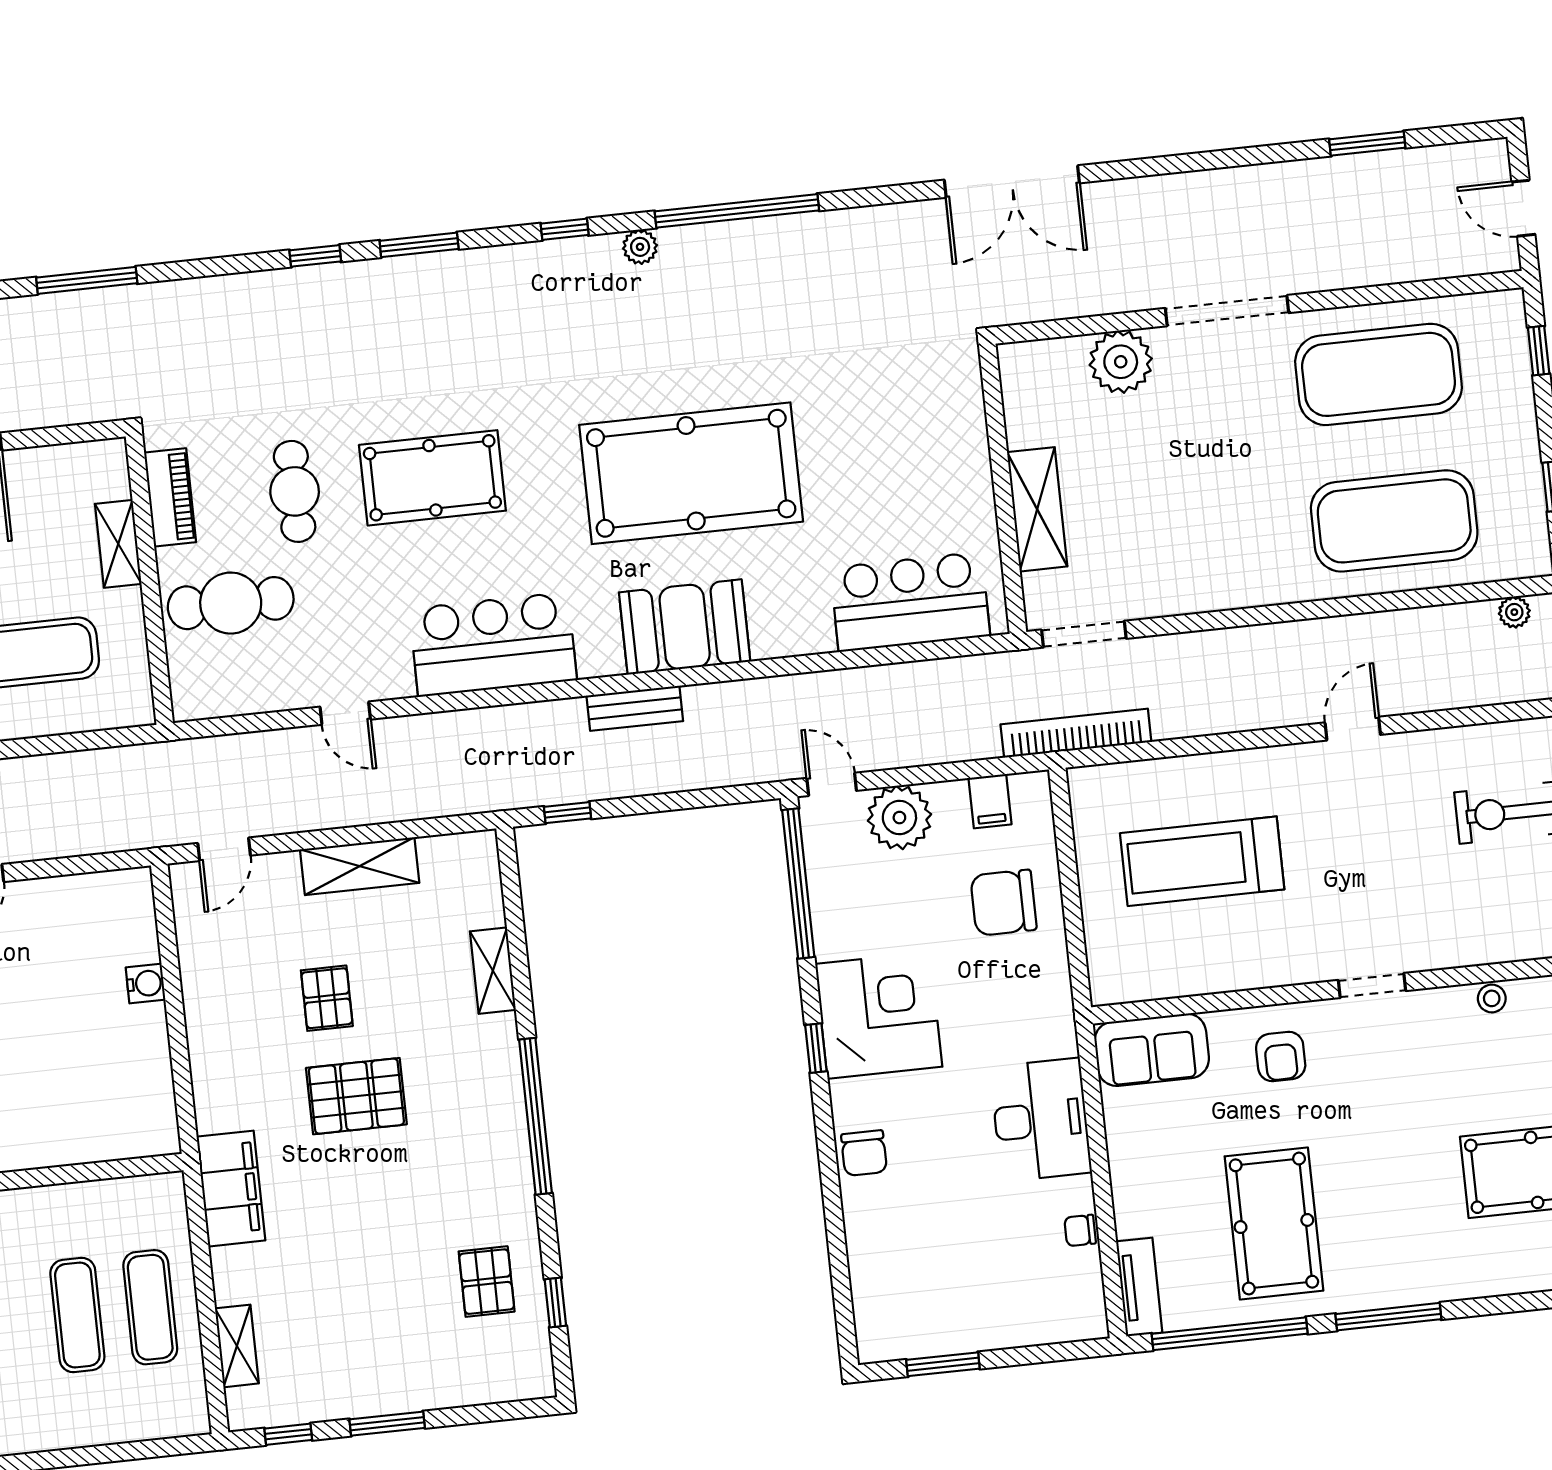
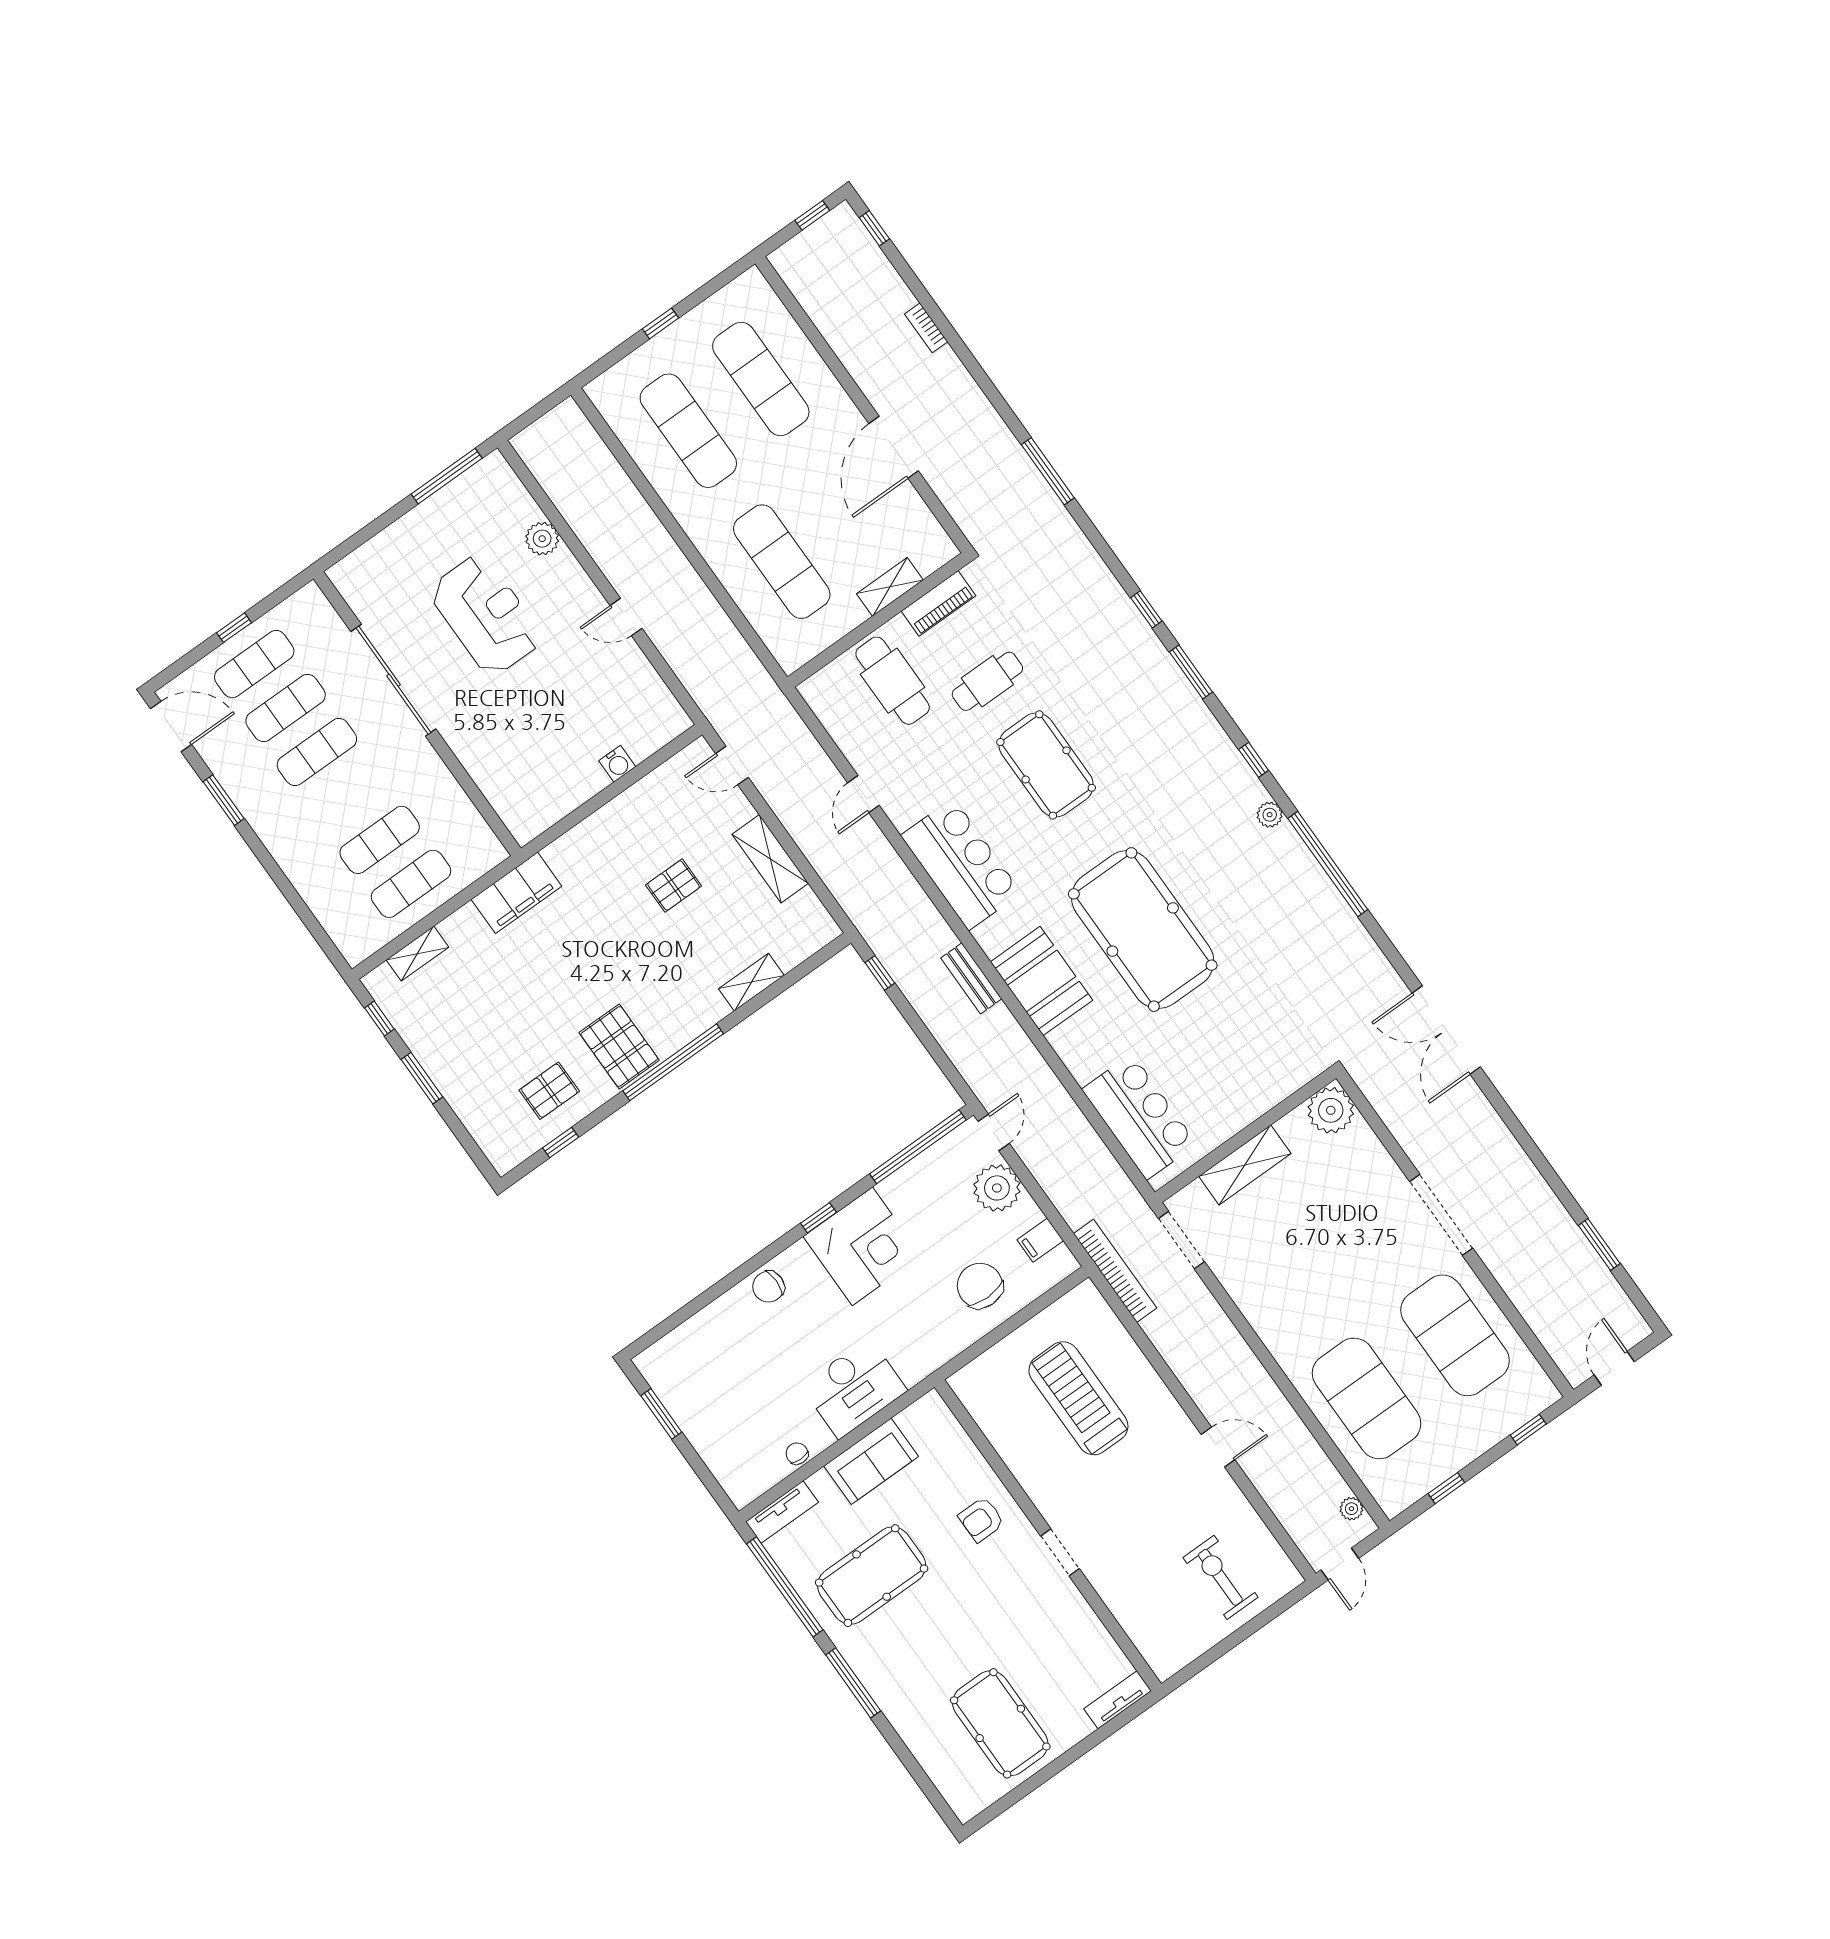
plant: (1121, 362) -> (1331, 1110), moved
stool: (1492, 998) -> (1095, 1634), removed
sofa: (1152, 1050) -> (871, 1461), moved, turned -90
pallet: (356, 1096) -> (619, 1046), moved

